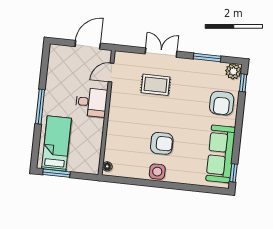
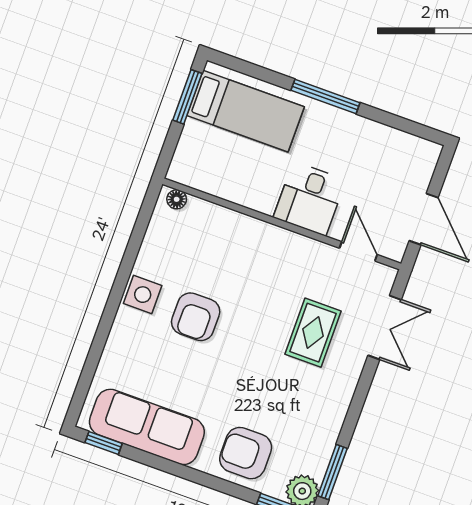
double door: (161, 53) -> (385, 327), moved
window: (207, 58) -> (333, 472), moved

